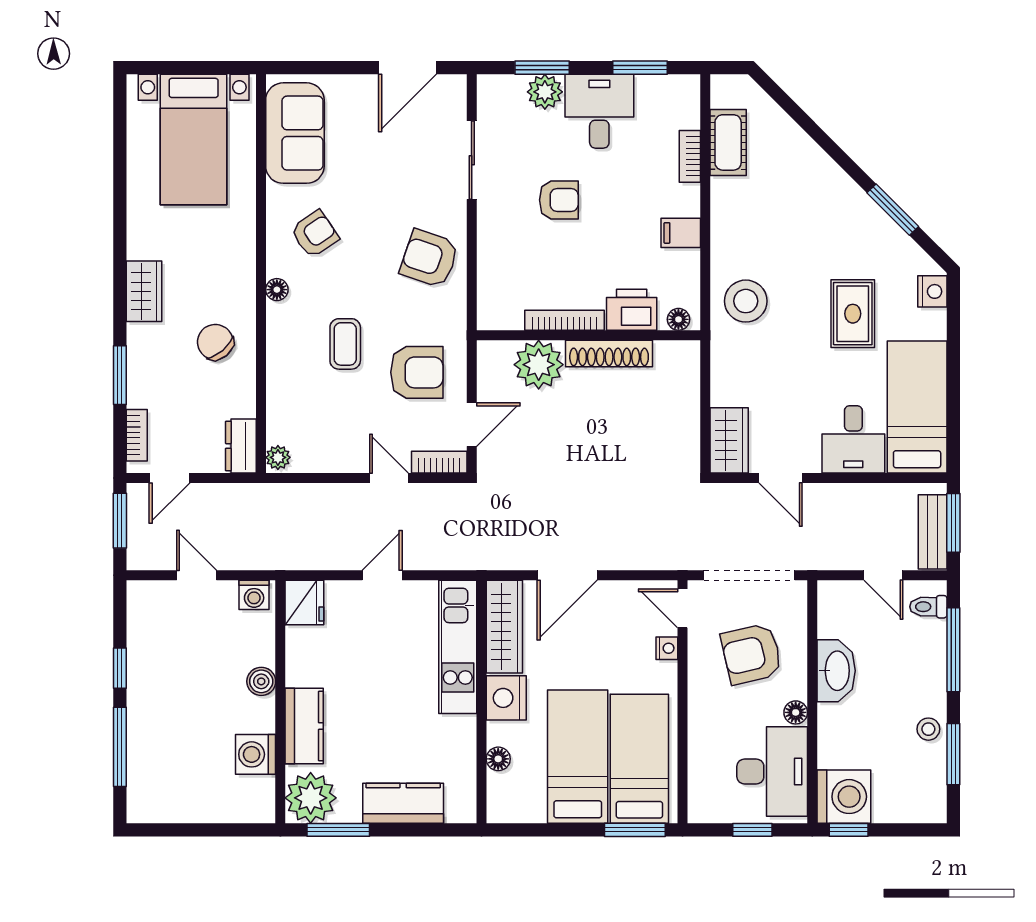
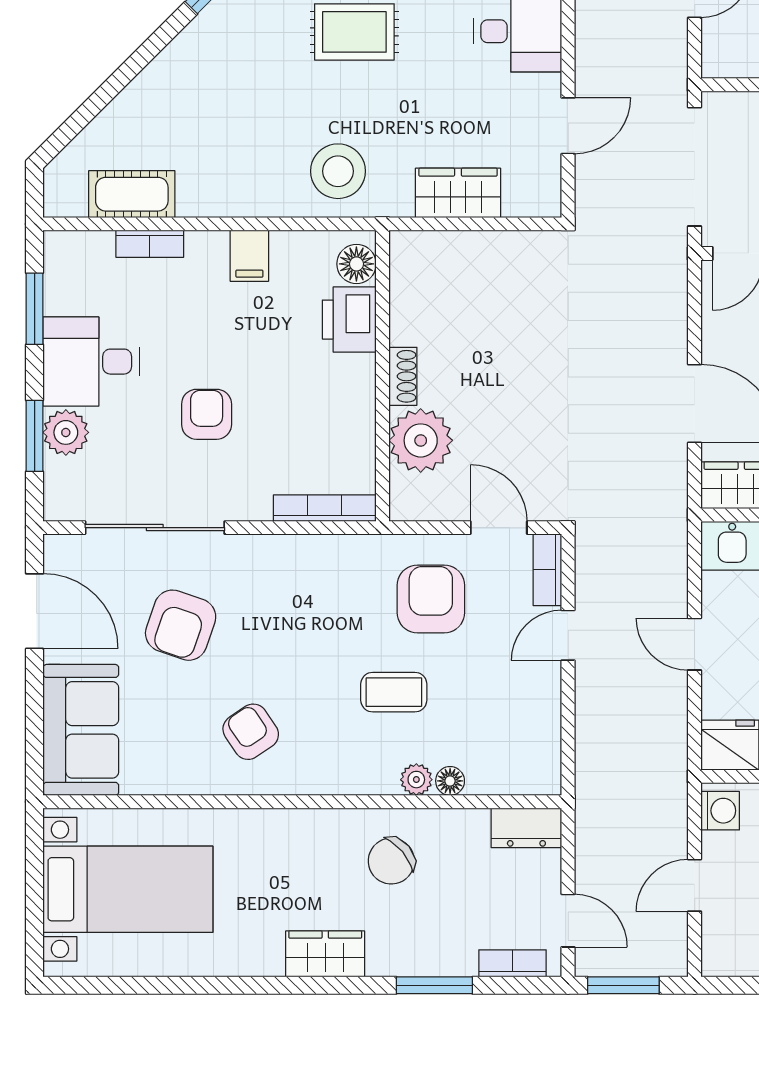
sofa: (295, 133) -> (81, 730), moved, turned 90
sliding door: (472, 160) -> (155, 528), width x1.37
armchair: (429, 259) -> (181, 625), moved
floor lamp: (277, 290) -> (450, 781), moved
floor lamp: (678, 319) -> (356, 264), width x1.37, depth x1.37
bookcase: (565, 320) -> (325, 508), moved, turned 90
shoe rack: (609, 353) -> (403, 376), width x0.51, depth x0.81
wardrobe: (729, 440) -> (458, 193), moved
plant: (278, 457) -> (416, 780), moved

